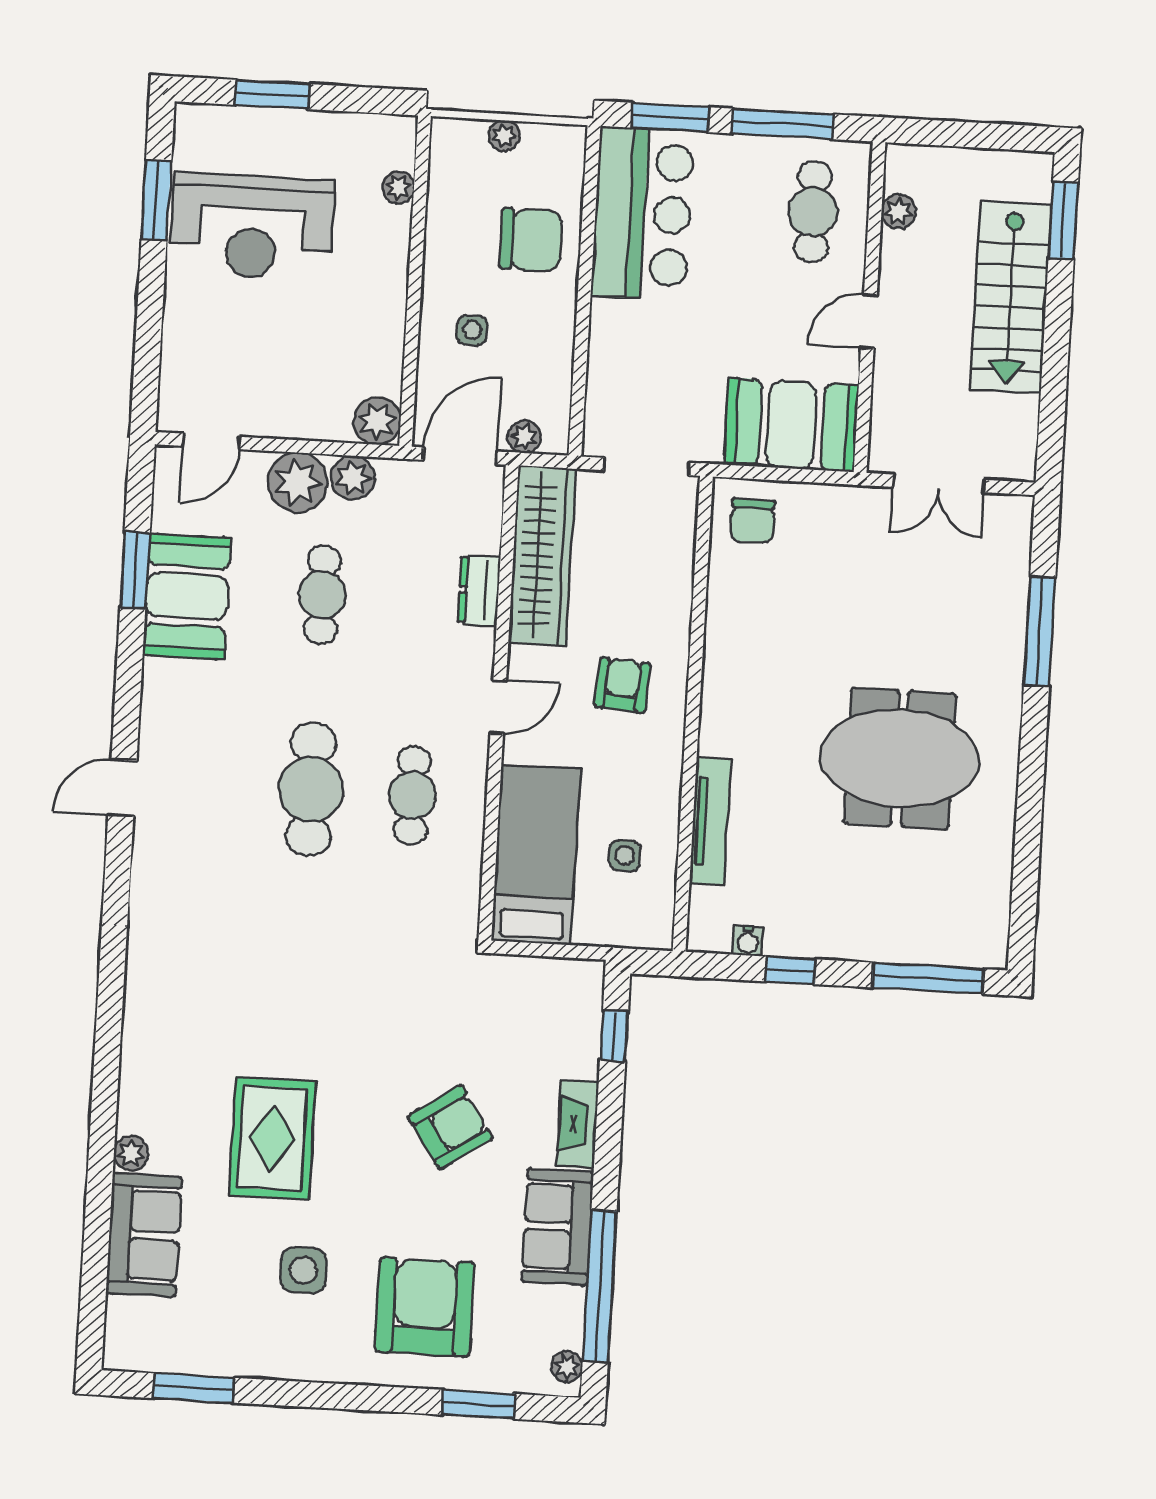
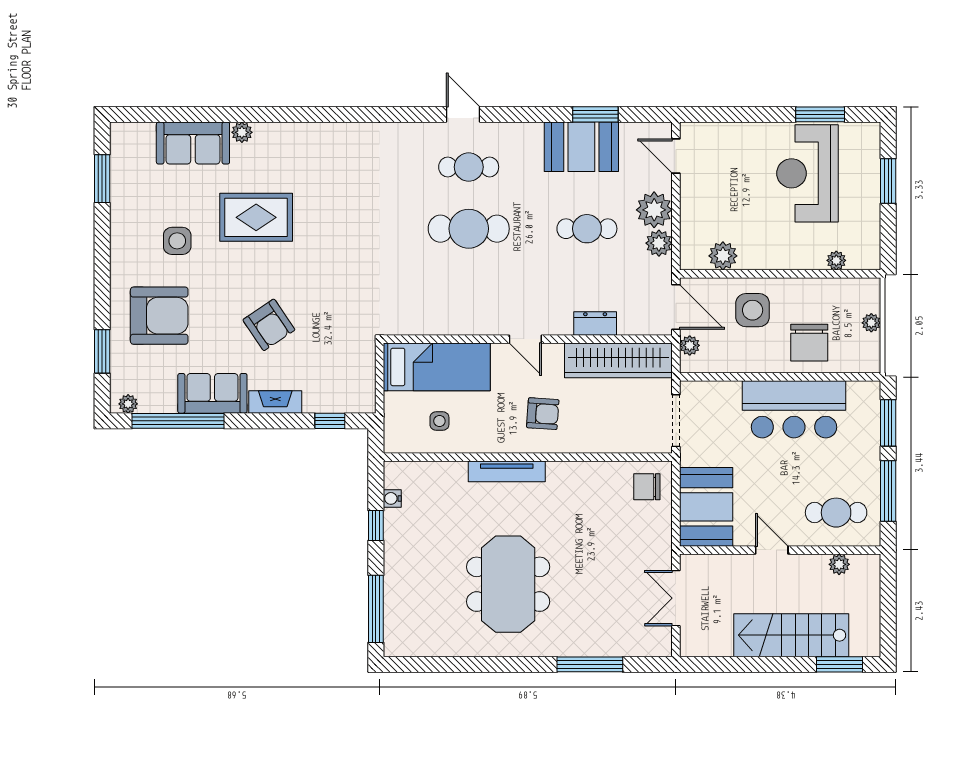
bar counter: (642, 214) -> (794, 409), moved
side table: (472, 330) -> (753, 310), width x1.87, depth x1.87
plant: (377, 421) -> (723, 256), moved
cafe table: (412, 795) -> (469, 167), moved
tv unit: (710, 821) -> (507, 471), moved

